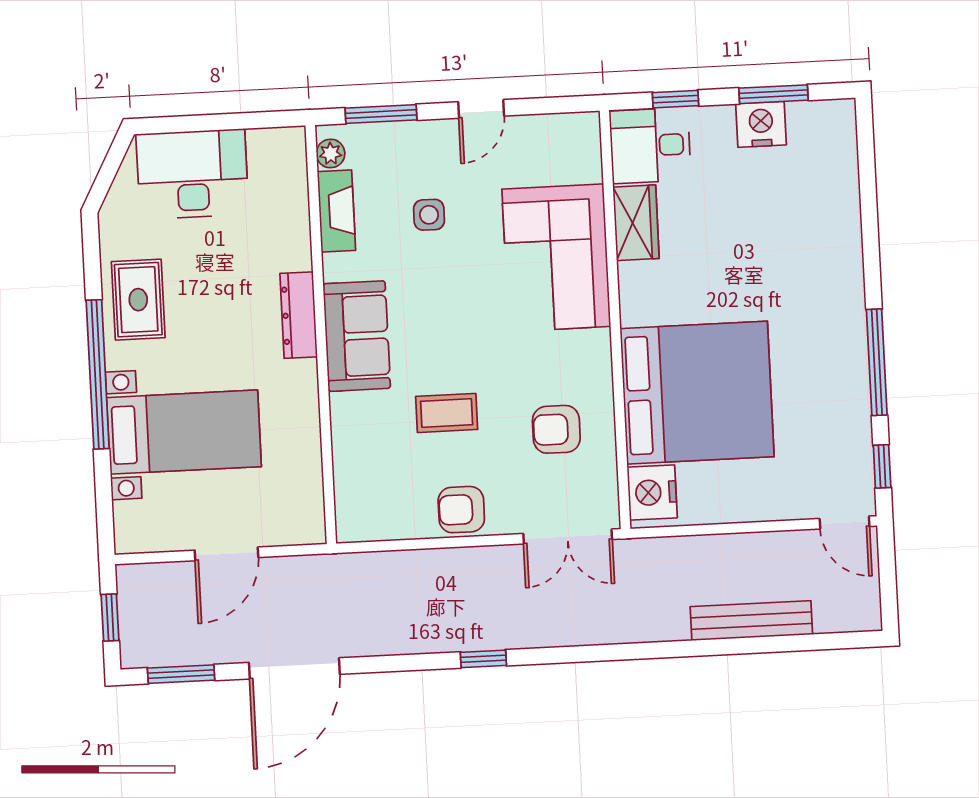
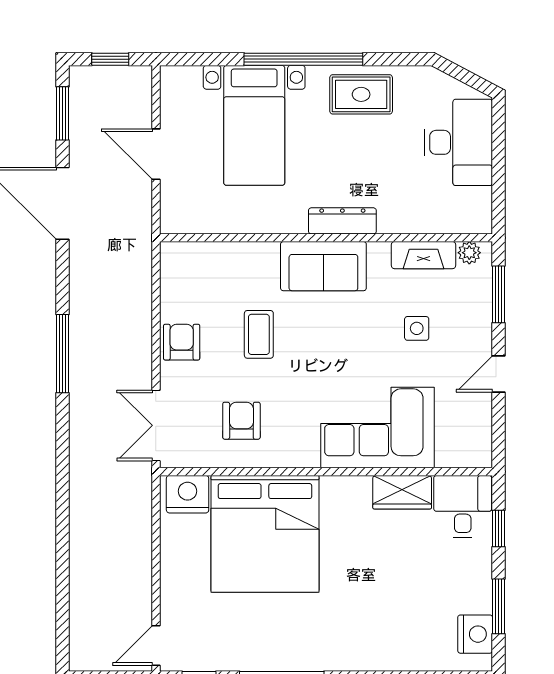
door: (481, 109) -> (499, 374), hinge flipped
nightstand: (761, 124) -> (475, 634), moved
bench: (751, 621) -> (82, 568), removed
window: (483, 659) -> (62, 354), width x2.17

